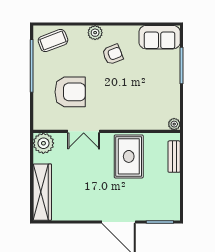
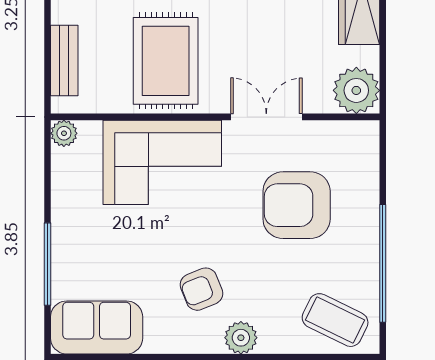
coffee table: (53, 41) -> (335, 320), turned 47
corner sofa: (130, 111) -> (162, 162), added

